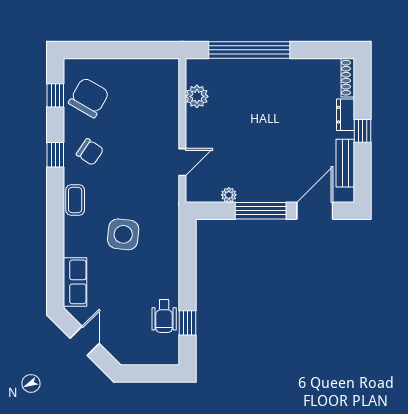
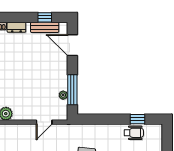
window: (362, 131) -> (45, 17), moved
door: (182, 162) -> (44, 122), swing flipped
window: (261, 211) -> (72, 90), moved

